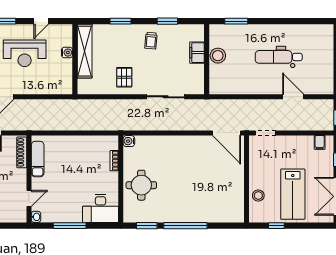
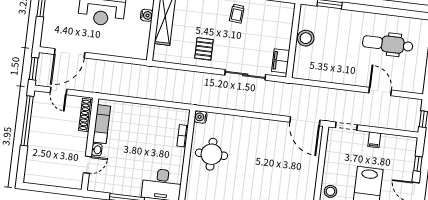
filing cabinet: (197, 53) -> (281, 61), moved
dental chair: (279, 57) -> (388, 44), moved
filing cabinet: (320, 142) -> (374, 140), moved
round table: (141, 185) -> (211, 154), moved
washbasin: (36, 217) -> (97, 150), moved

